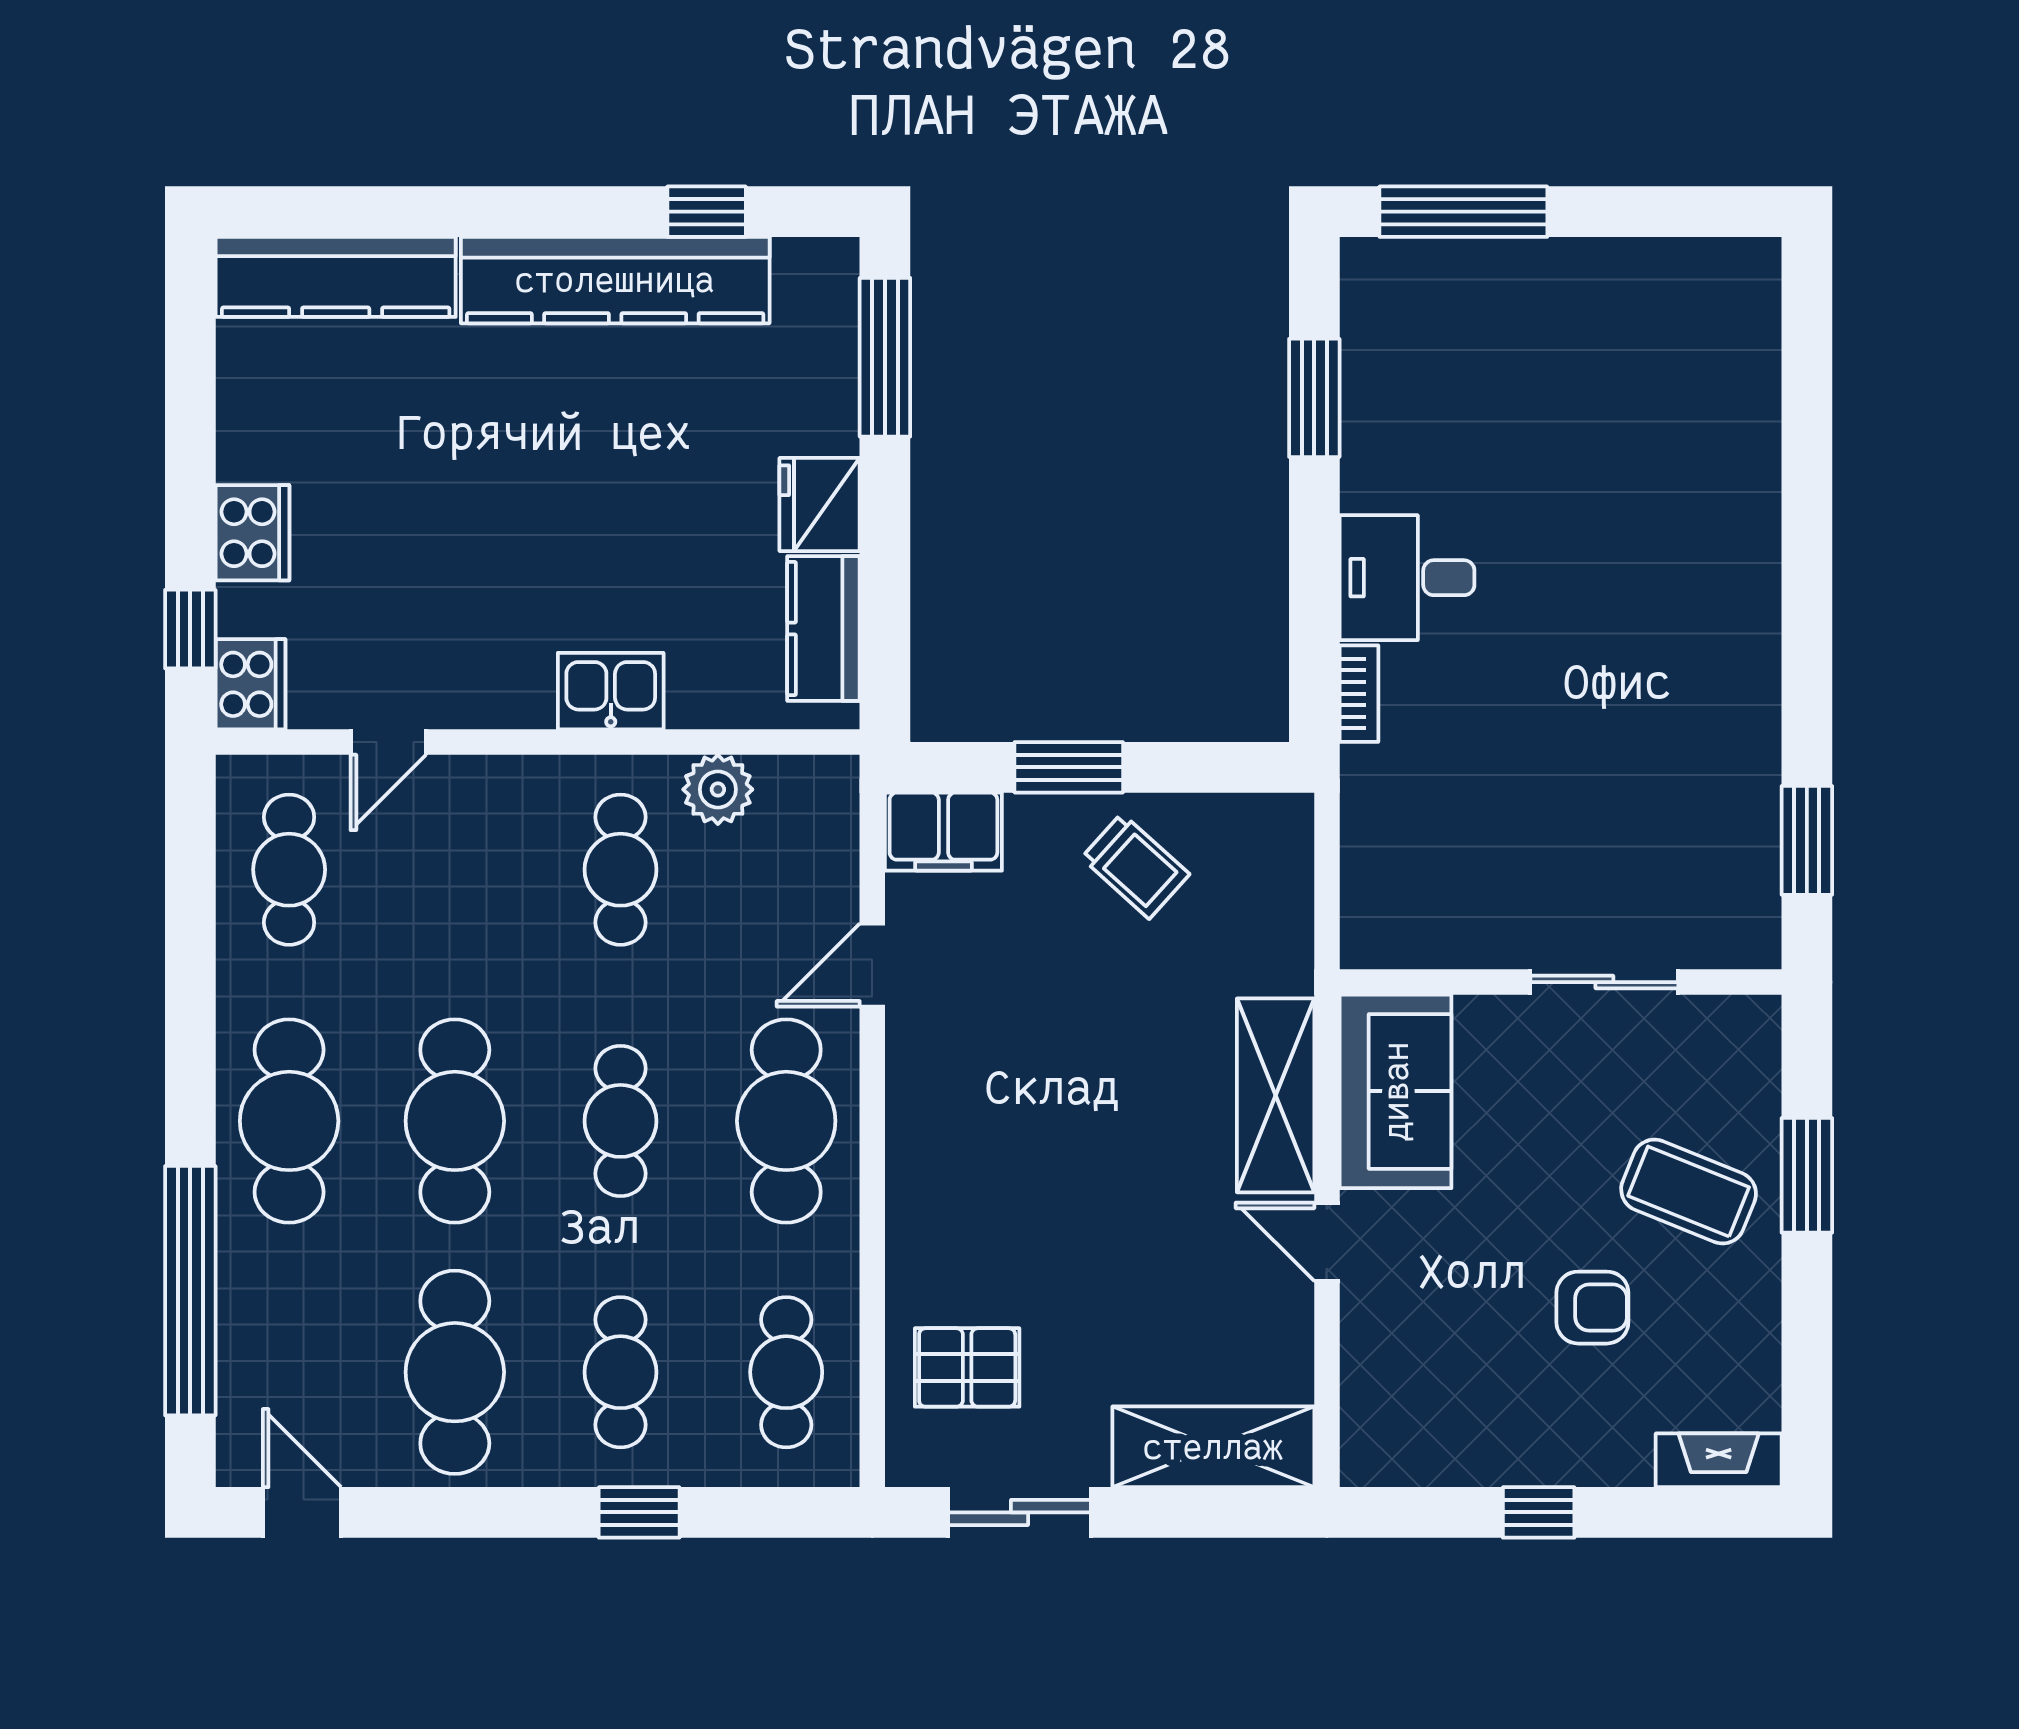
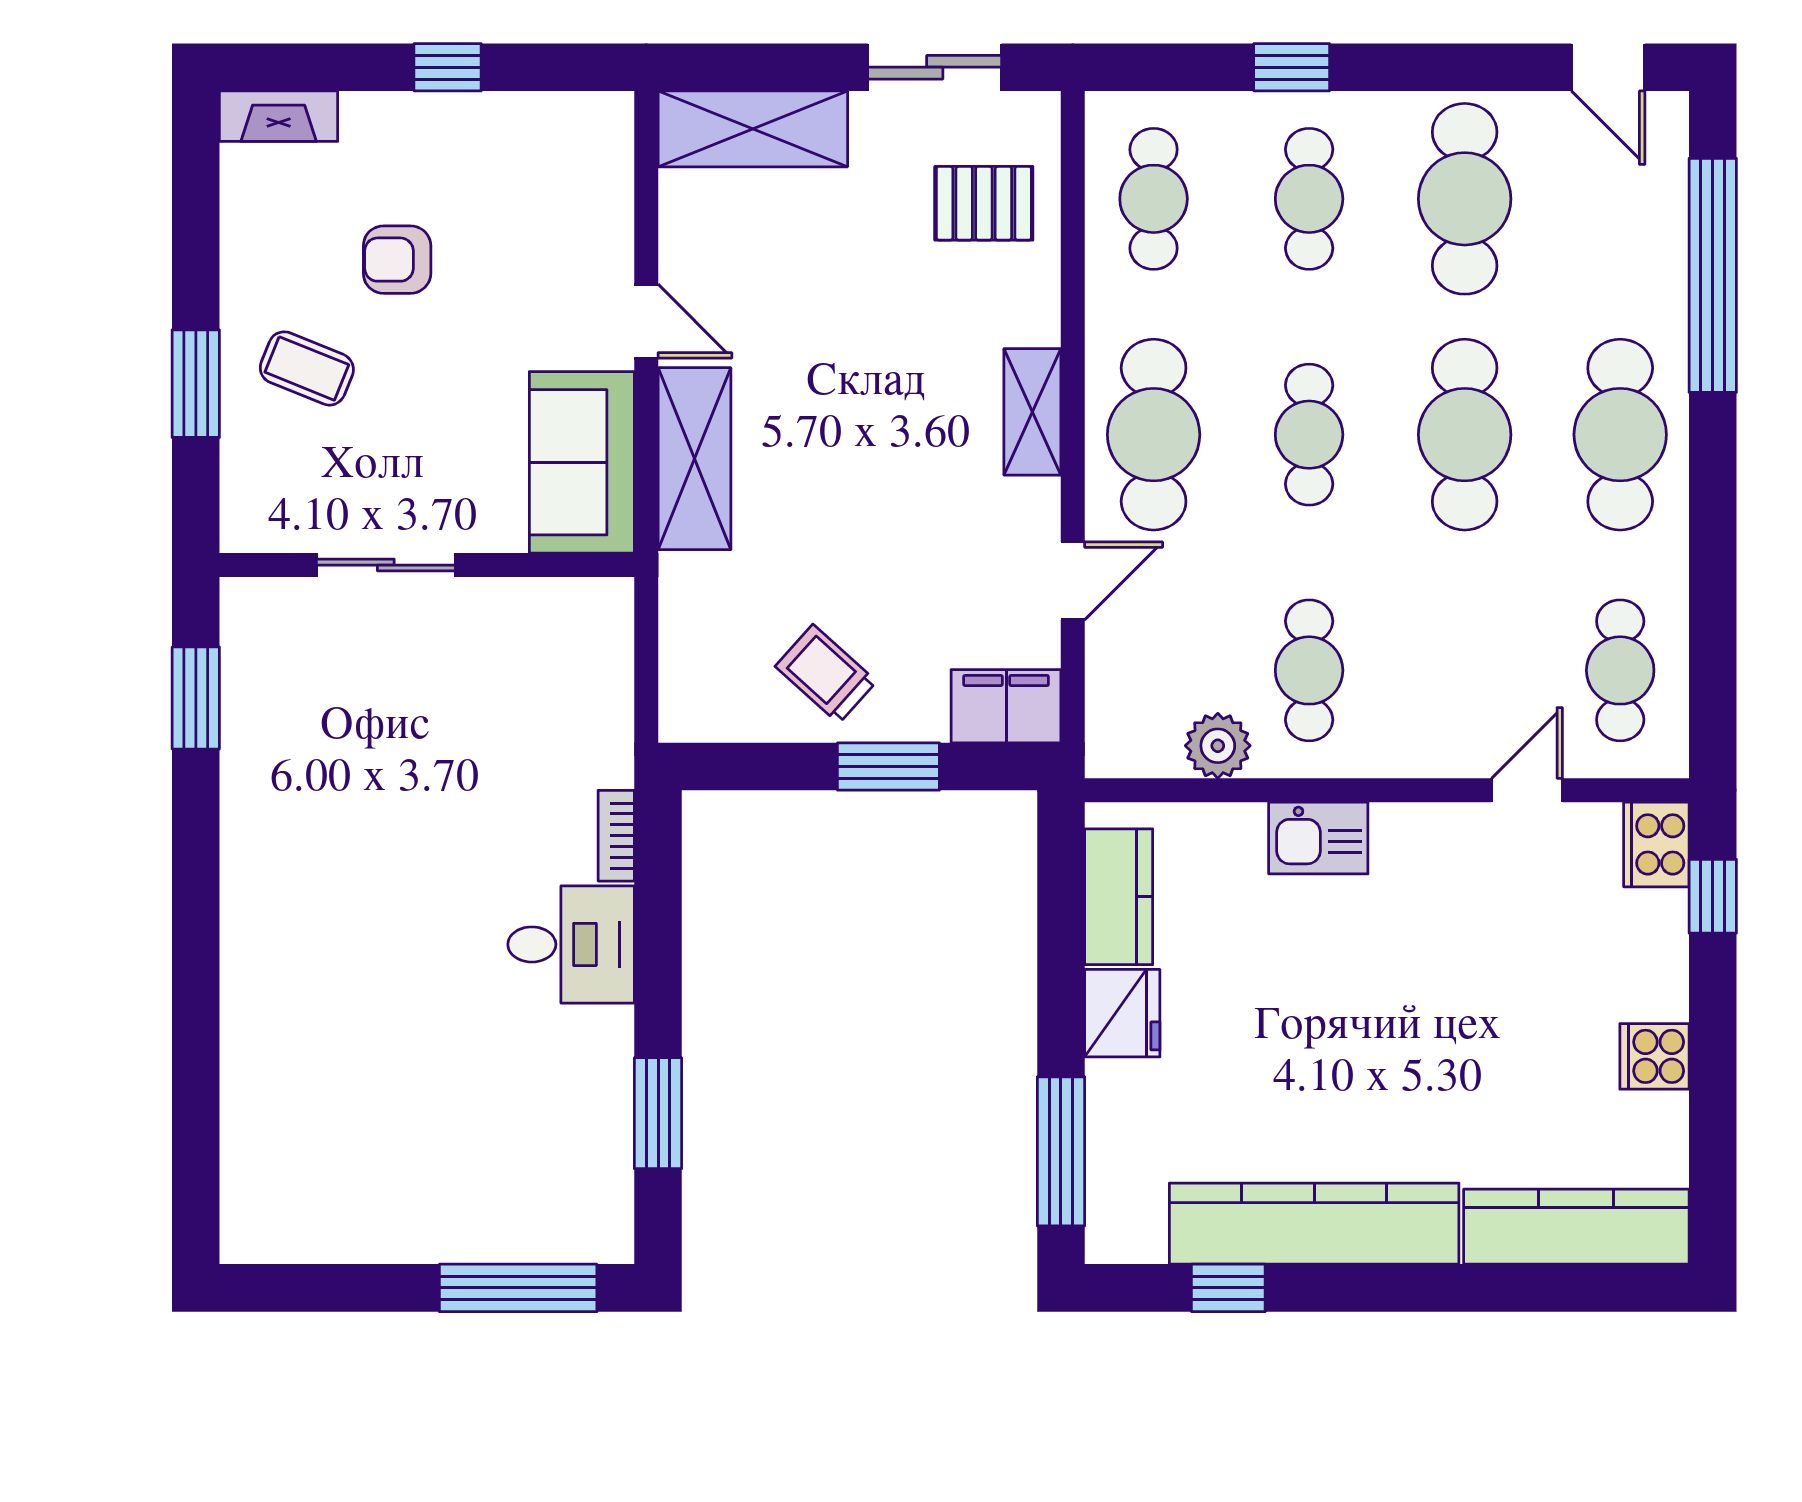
cooker: (252, 533) -> (1654, 1056), moved, width x0.73
shelving: (915, 1145) -> (1032, 412), added
coffee table: (1689, 1192) -> (307, 368), width x0.73, depth x0.77

